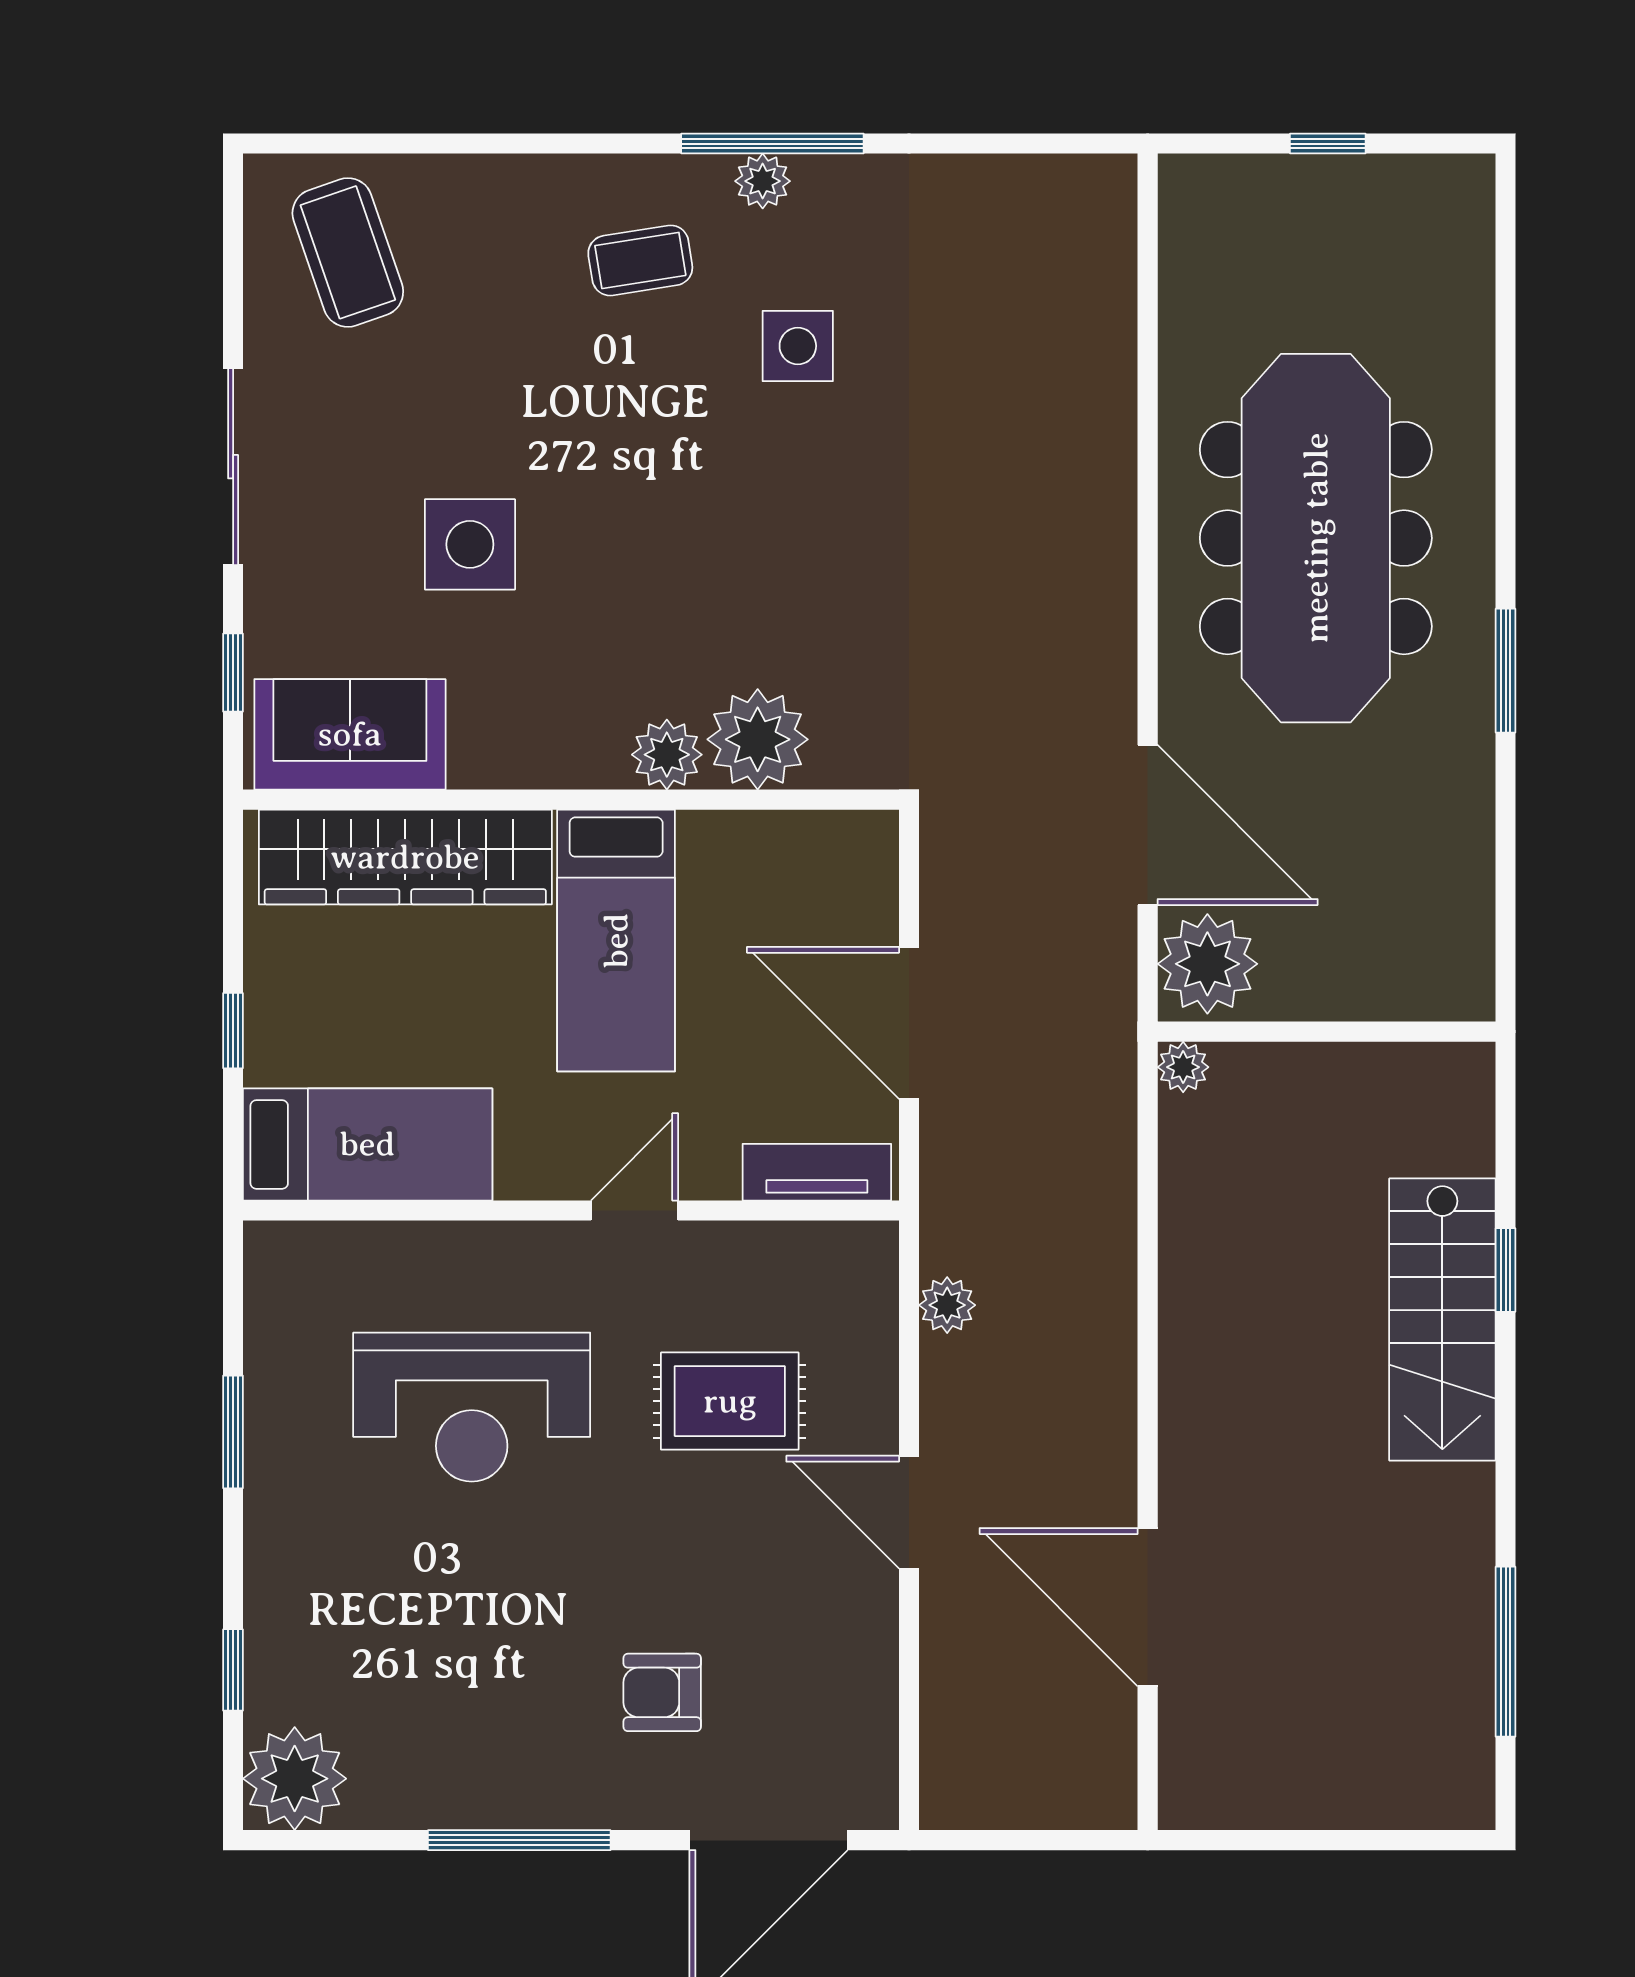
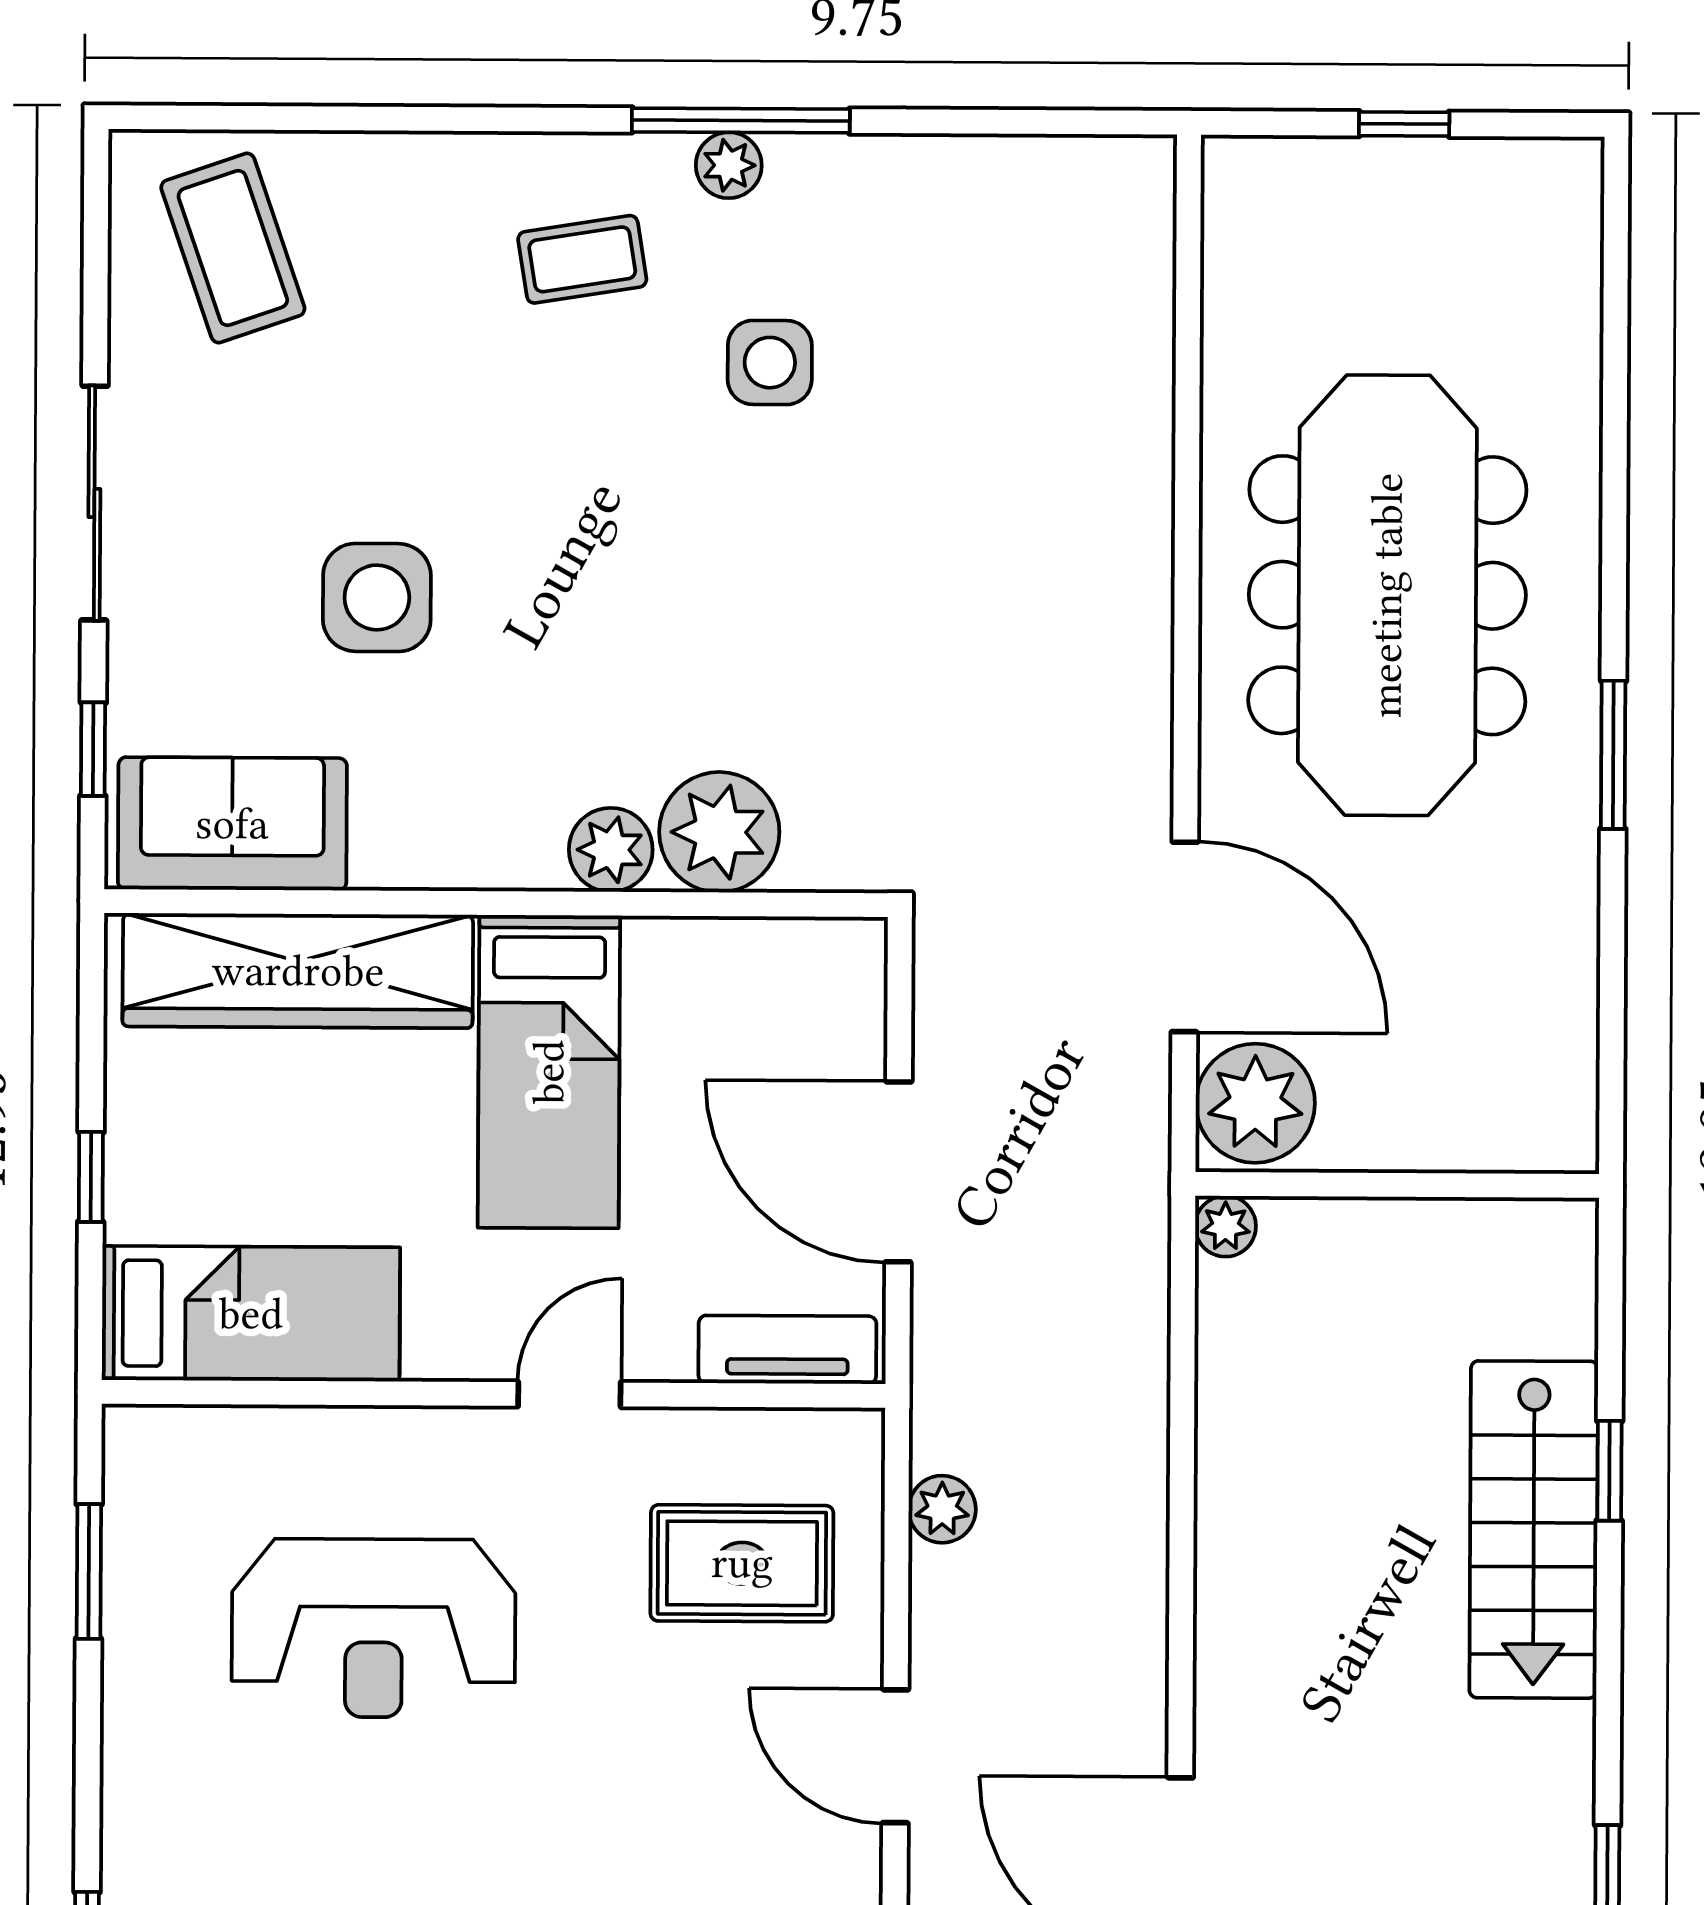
rug: (730, 1401) -> (742, 1563), moved
window: (233, 1432) -> (89, 1571), moved

